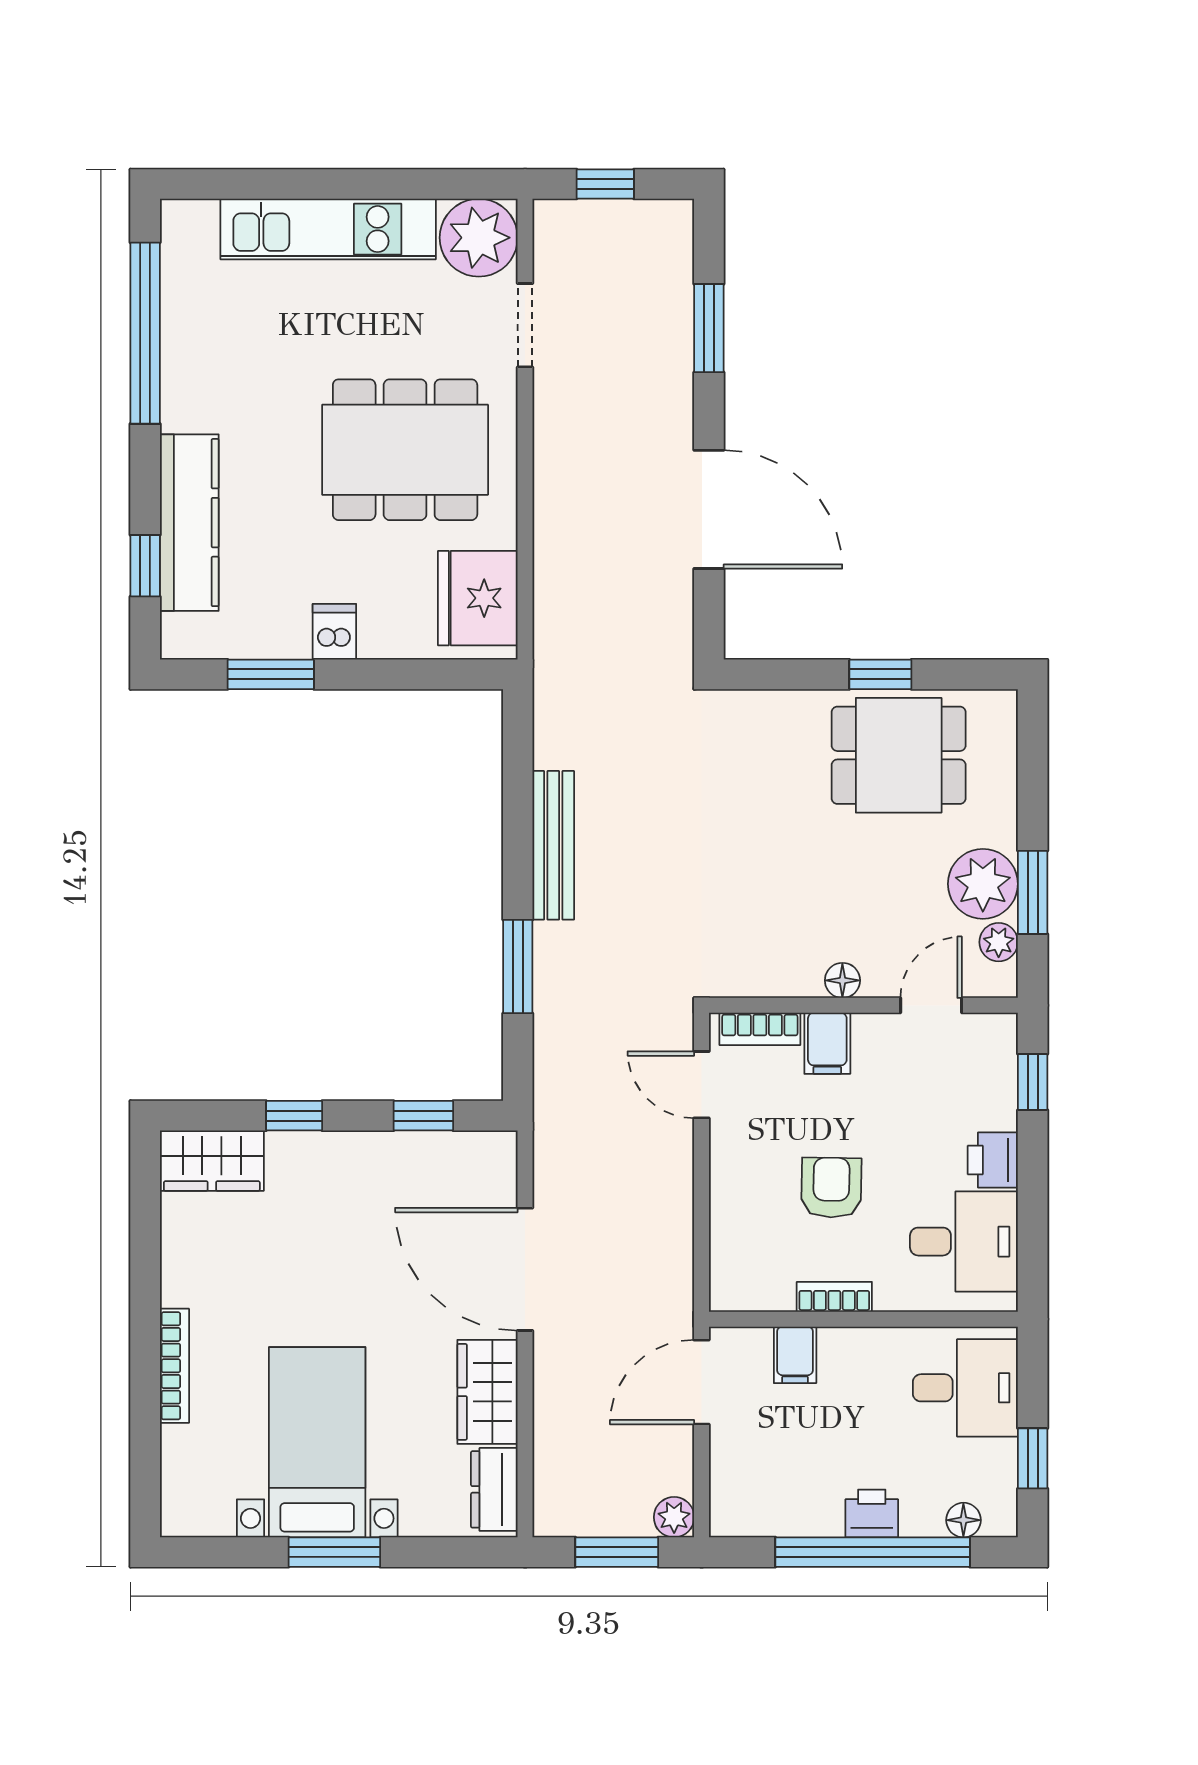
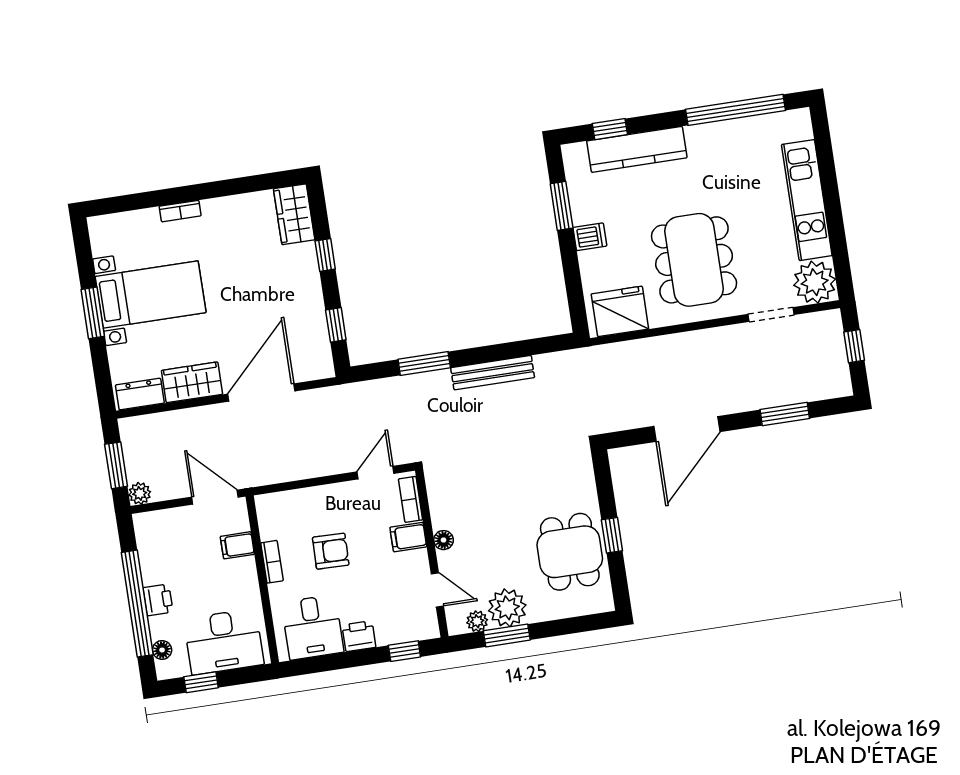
bookcase: (174, 1366) -> (180, 211), width x0.64
desk: (965, 1388) -> (224, 642), width x1.37

